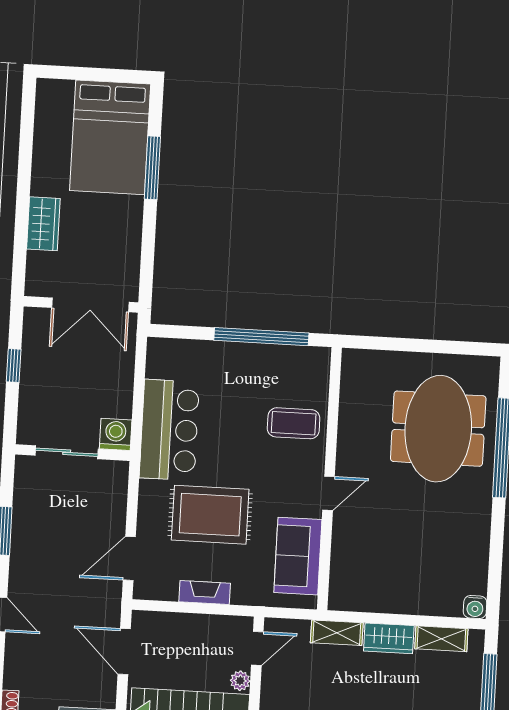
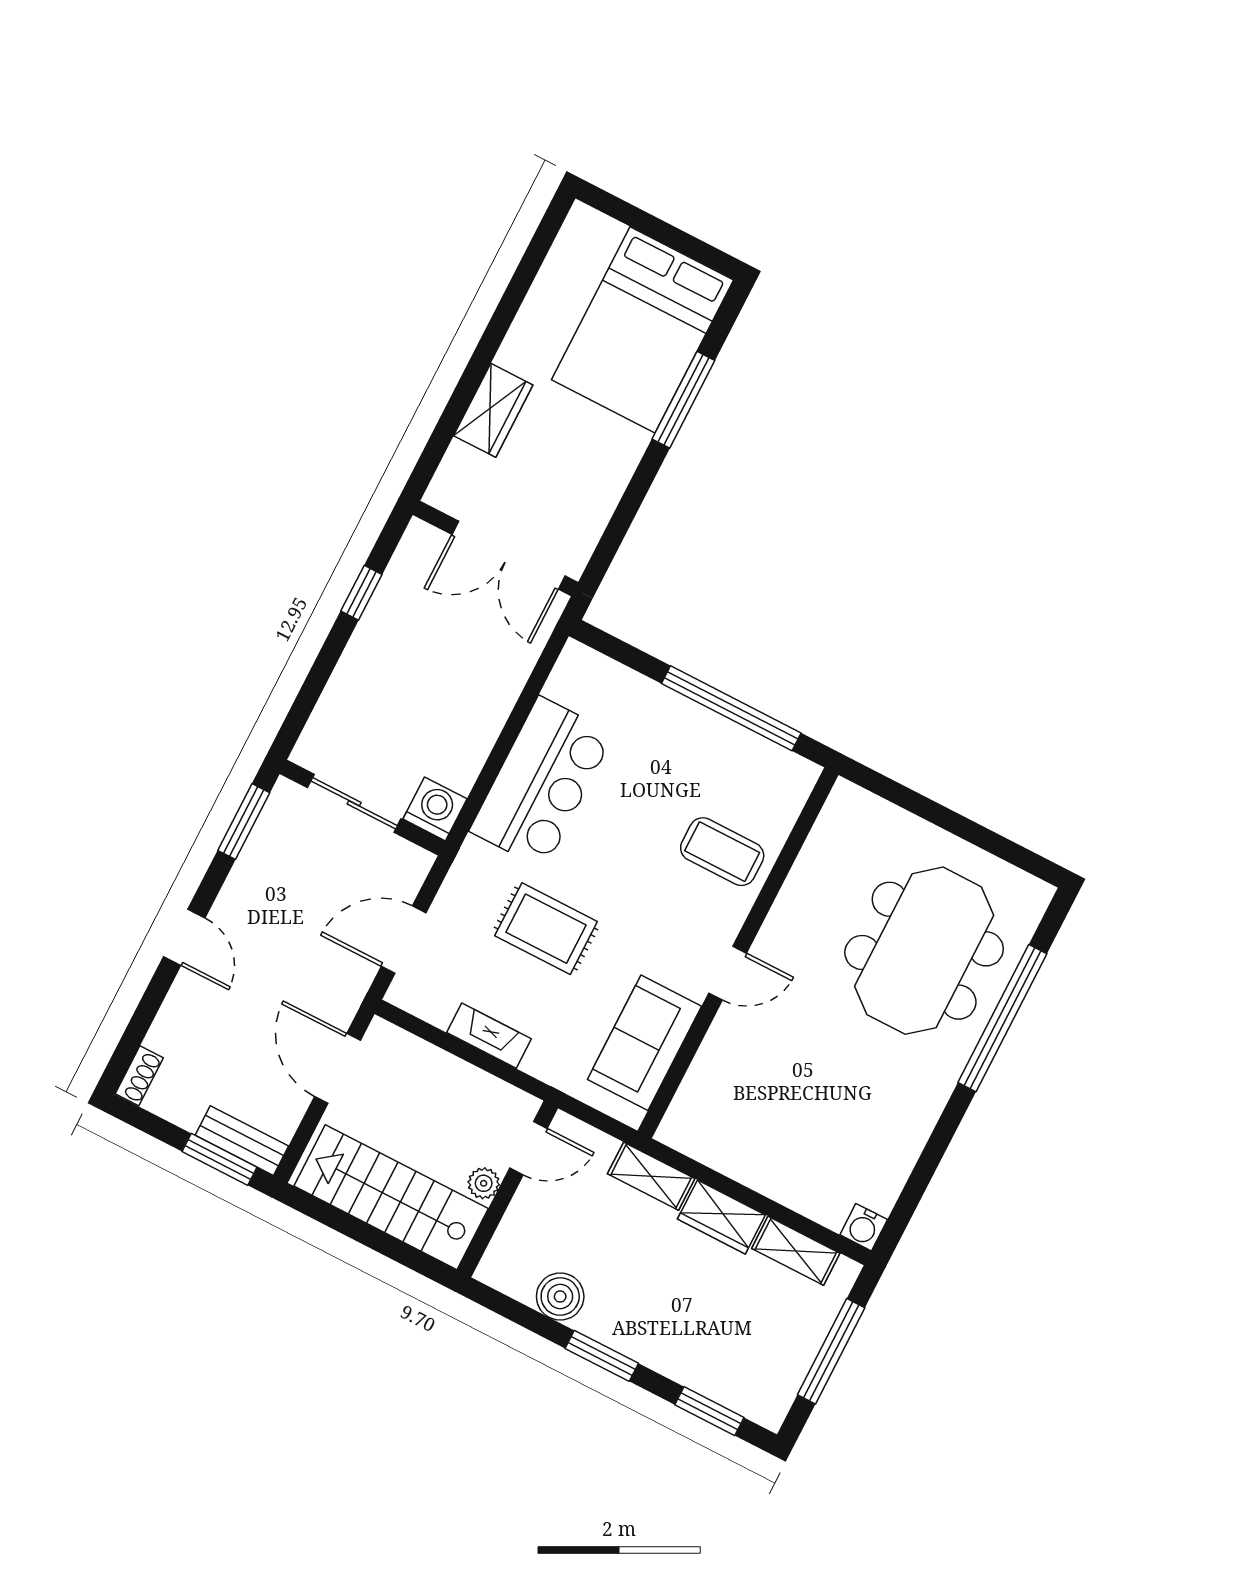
washing machine: (116, 434) -> (435, 809), moved
sliding door: (67, 452) -> (354, 803), moved
wall: (73, 453) -> (362, 808), moved
rug: (210, 515) -> (546, 929), width x0.73, depth x0.70

